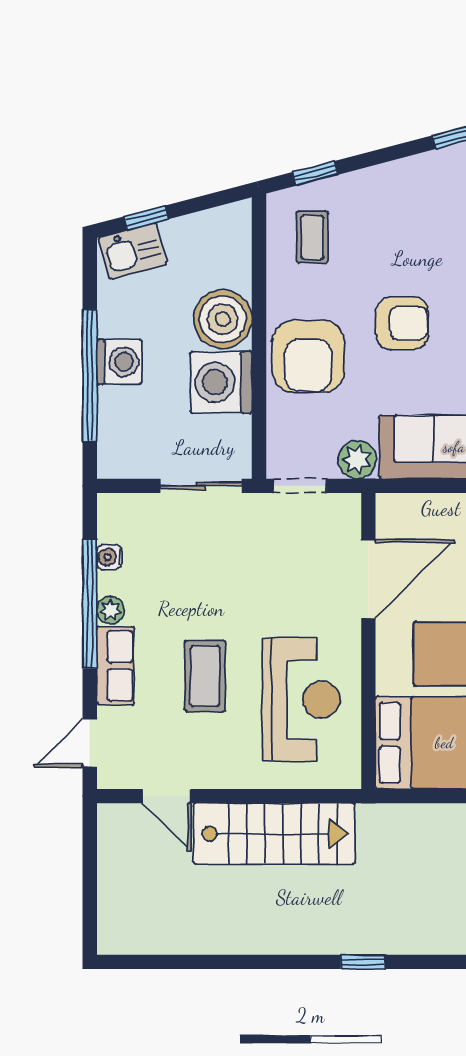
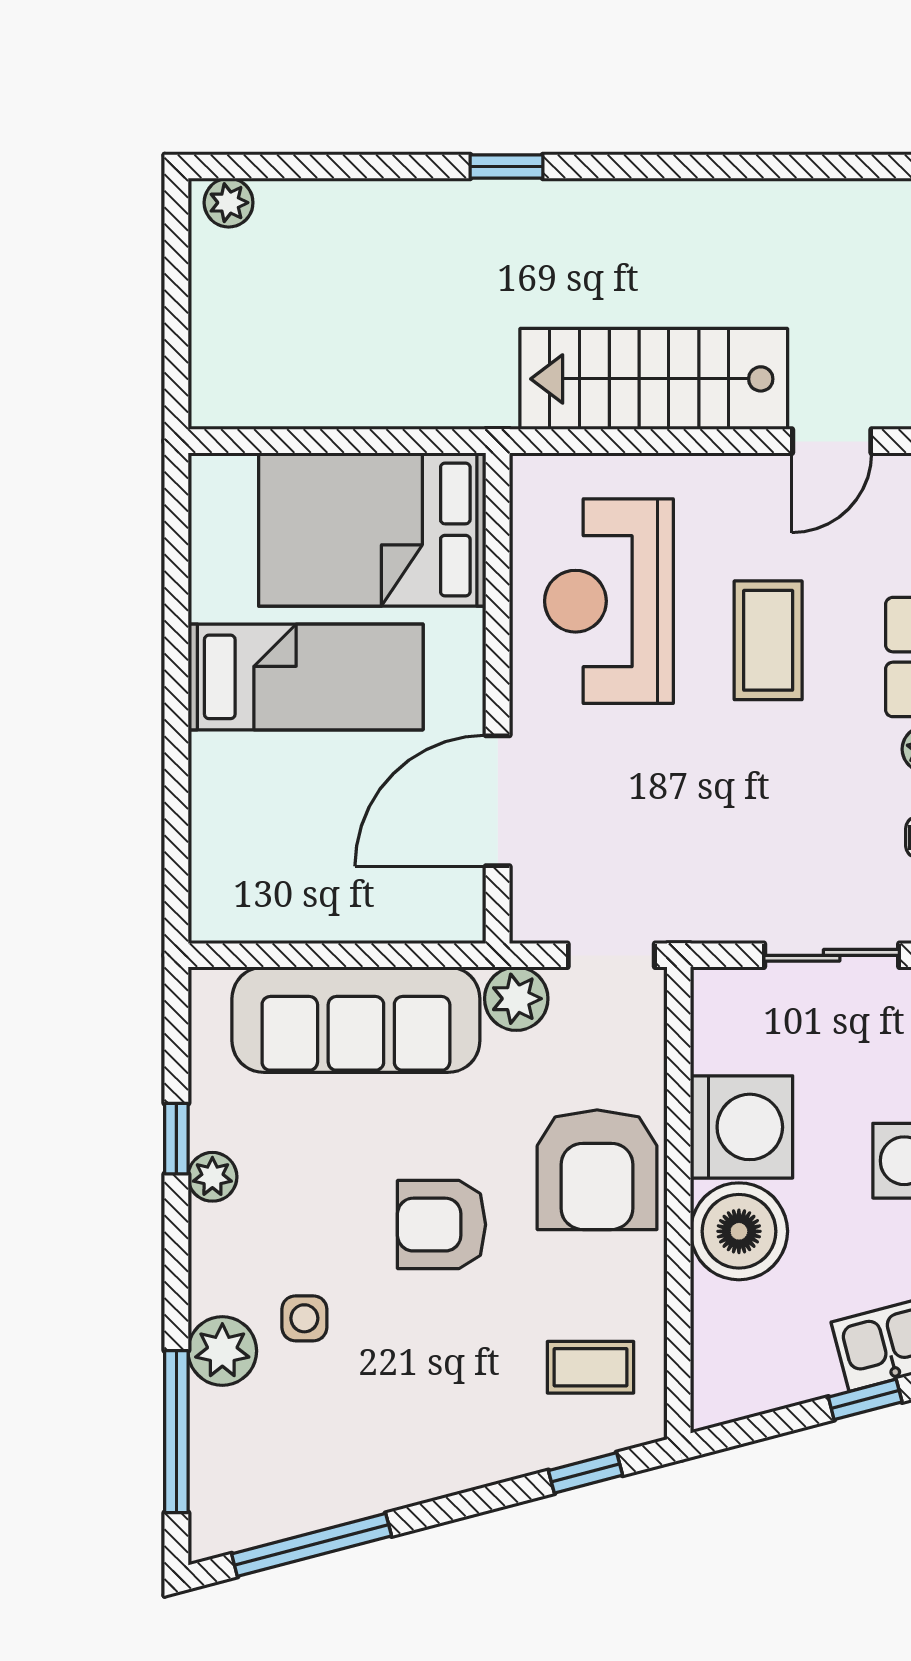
coffee table: (312, 237) -> (591, 1367), turned 90
armchair: (308, 356) -> (597, 1170), turned 180
sliding door: (201, 486) -> (832, 955), moved
door: (167, 796) -> (832, 441), swing flipped

